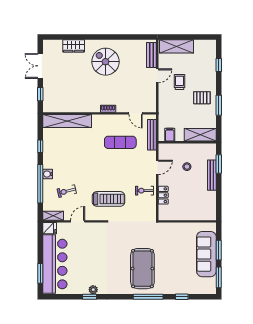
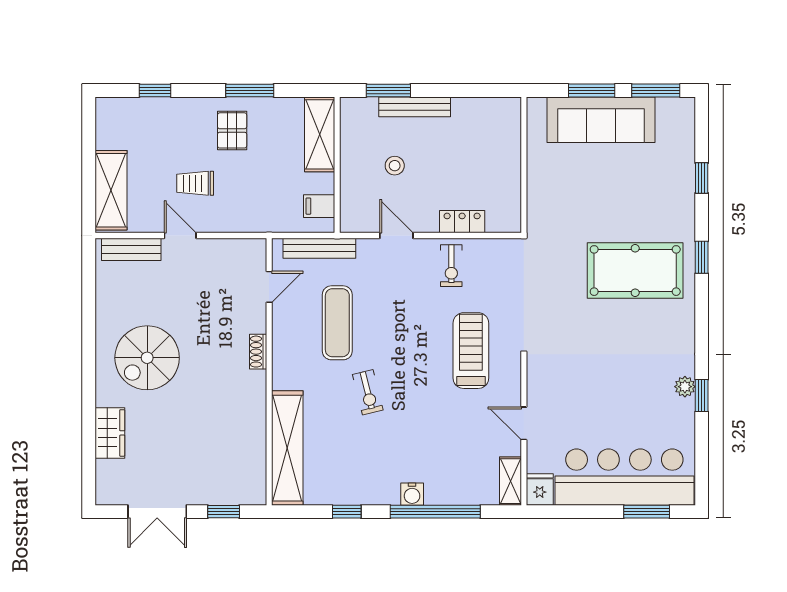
exercise bike: (67, 191) -> (368, 392), moved
window: (148, 297) -> (702, 257), width x0.46

